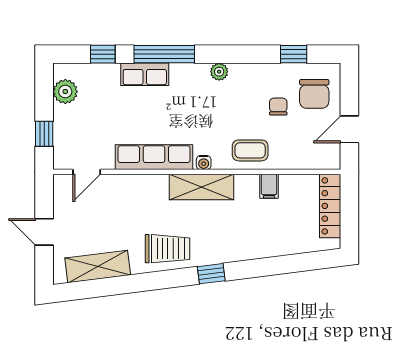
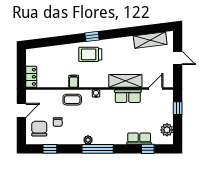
window: (164, 54) -> (98, 149), moved
row of seats: (145, 74) -> (139, 139), moved
row of seats: (154, 157) -> (128, 96), width x0.68
filing cabinet: (269, 186) -> (74, 81), moved
shelving: (201, 187) -> (125, 81), moved
locker: (330, 206) -> (31, 77), width x0.66
trolley: (167, 249) -> (90, 54), moved

